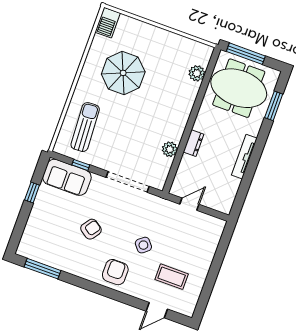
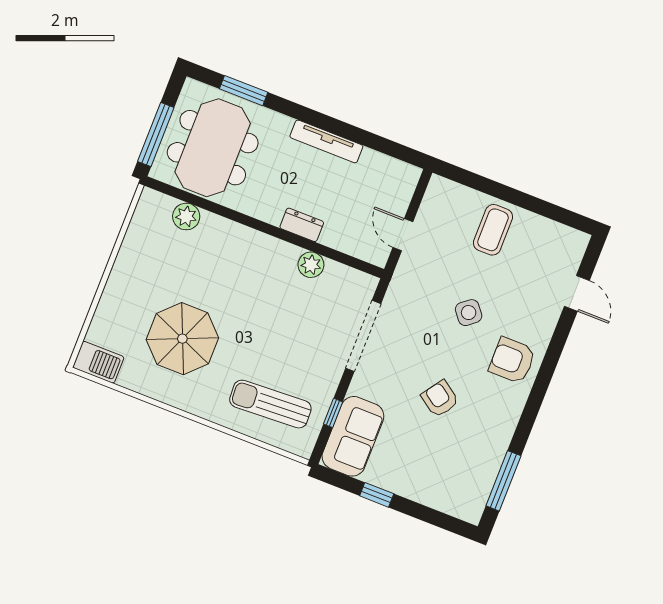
coffee table: (172, 277) -> (493, 230), moved

